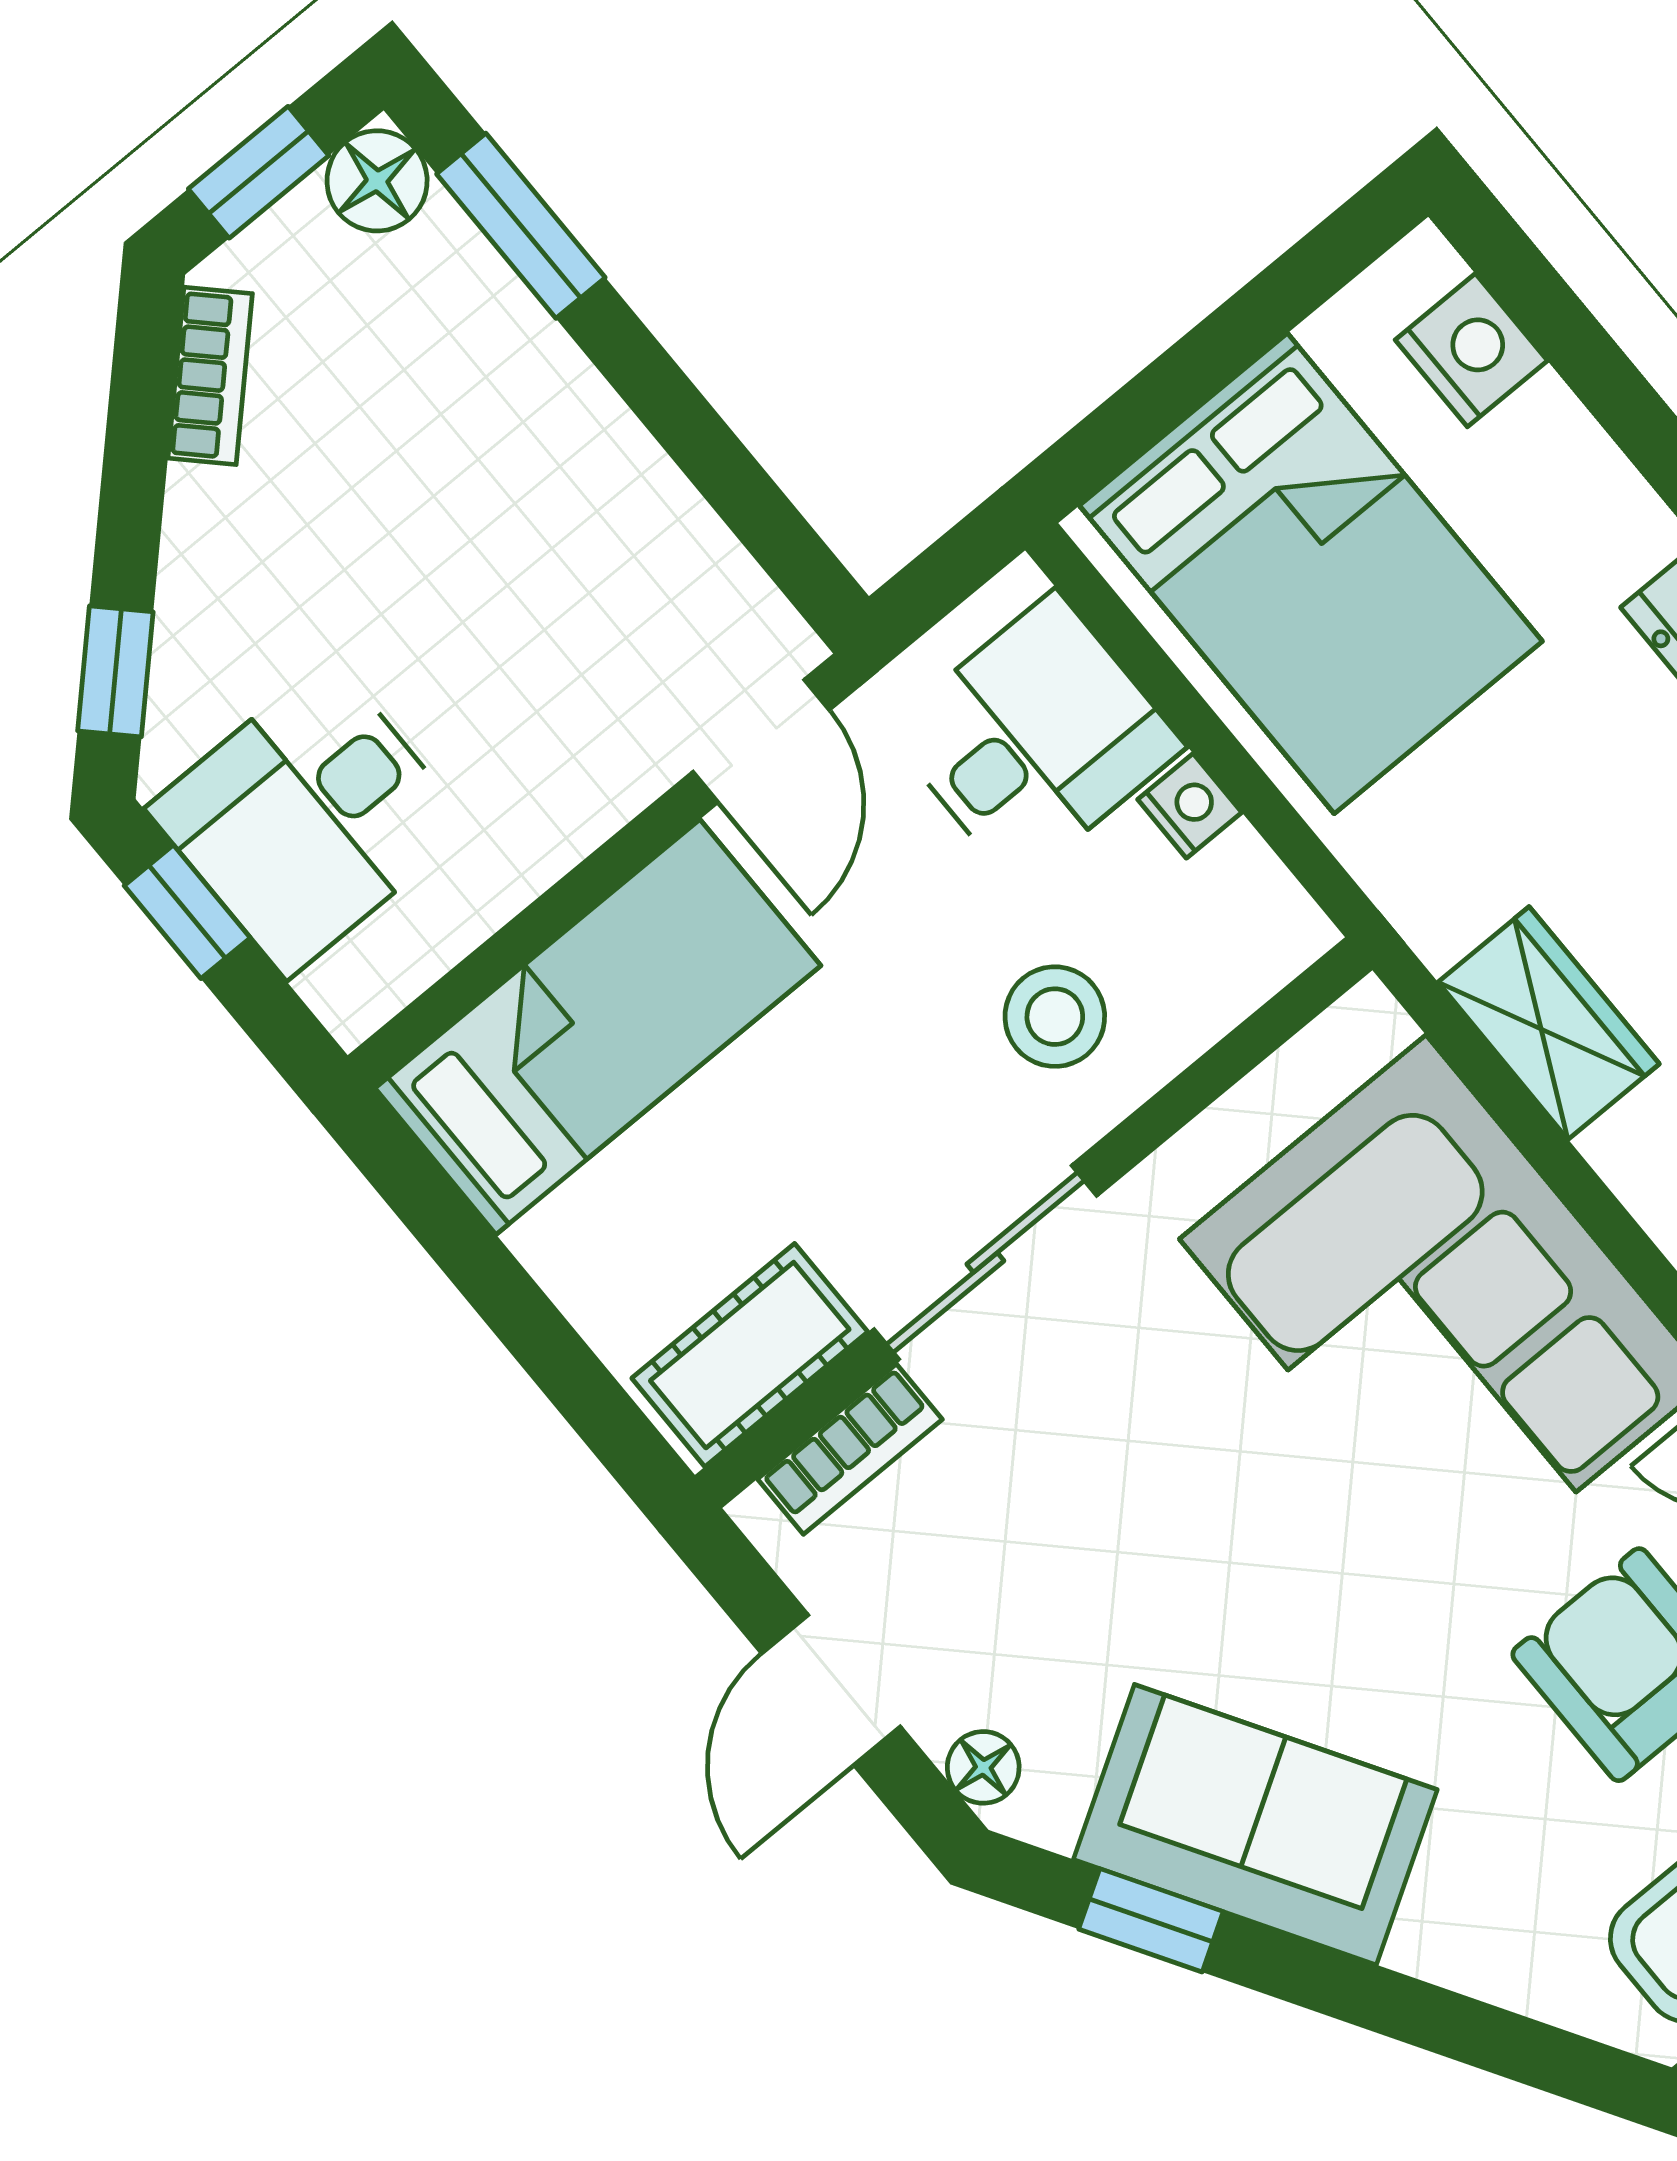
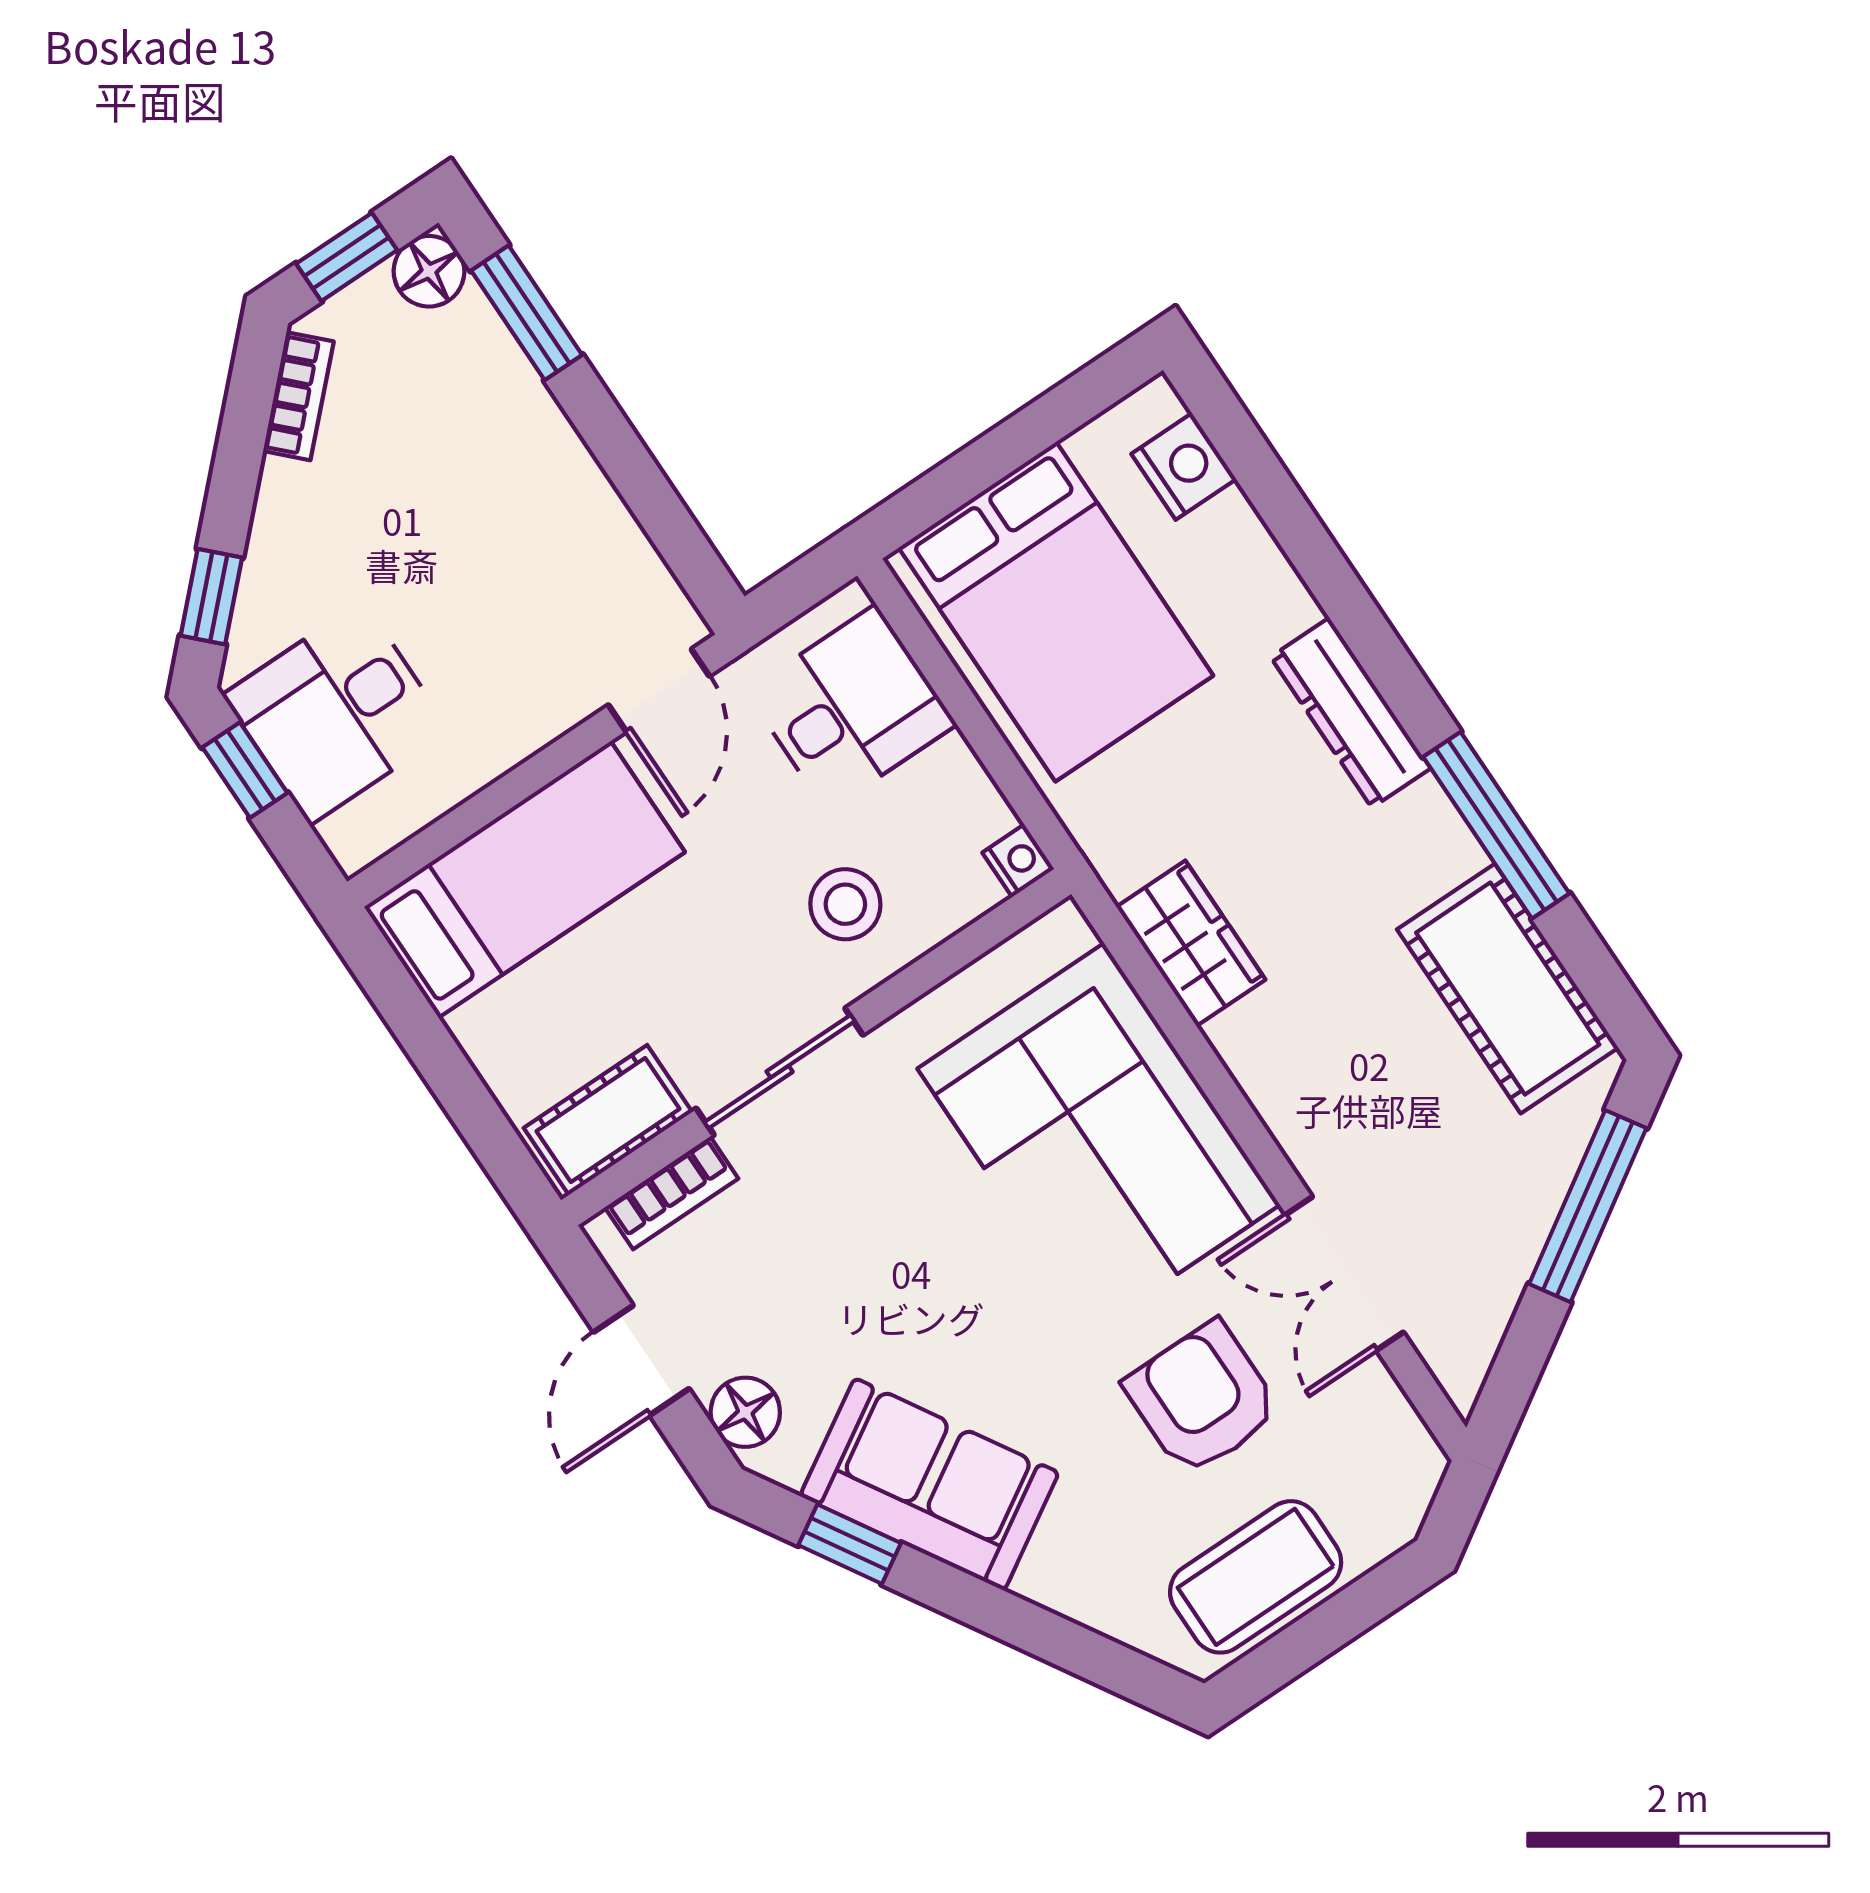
nightstand: (1190, 806) -> (1018, 861), moved
floor lamp: (983, 1767) -> (745, 1412), width x1.37, depth x1.37

